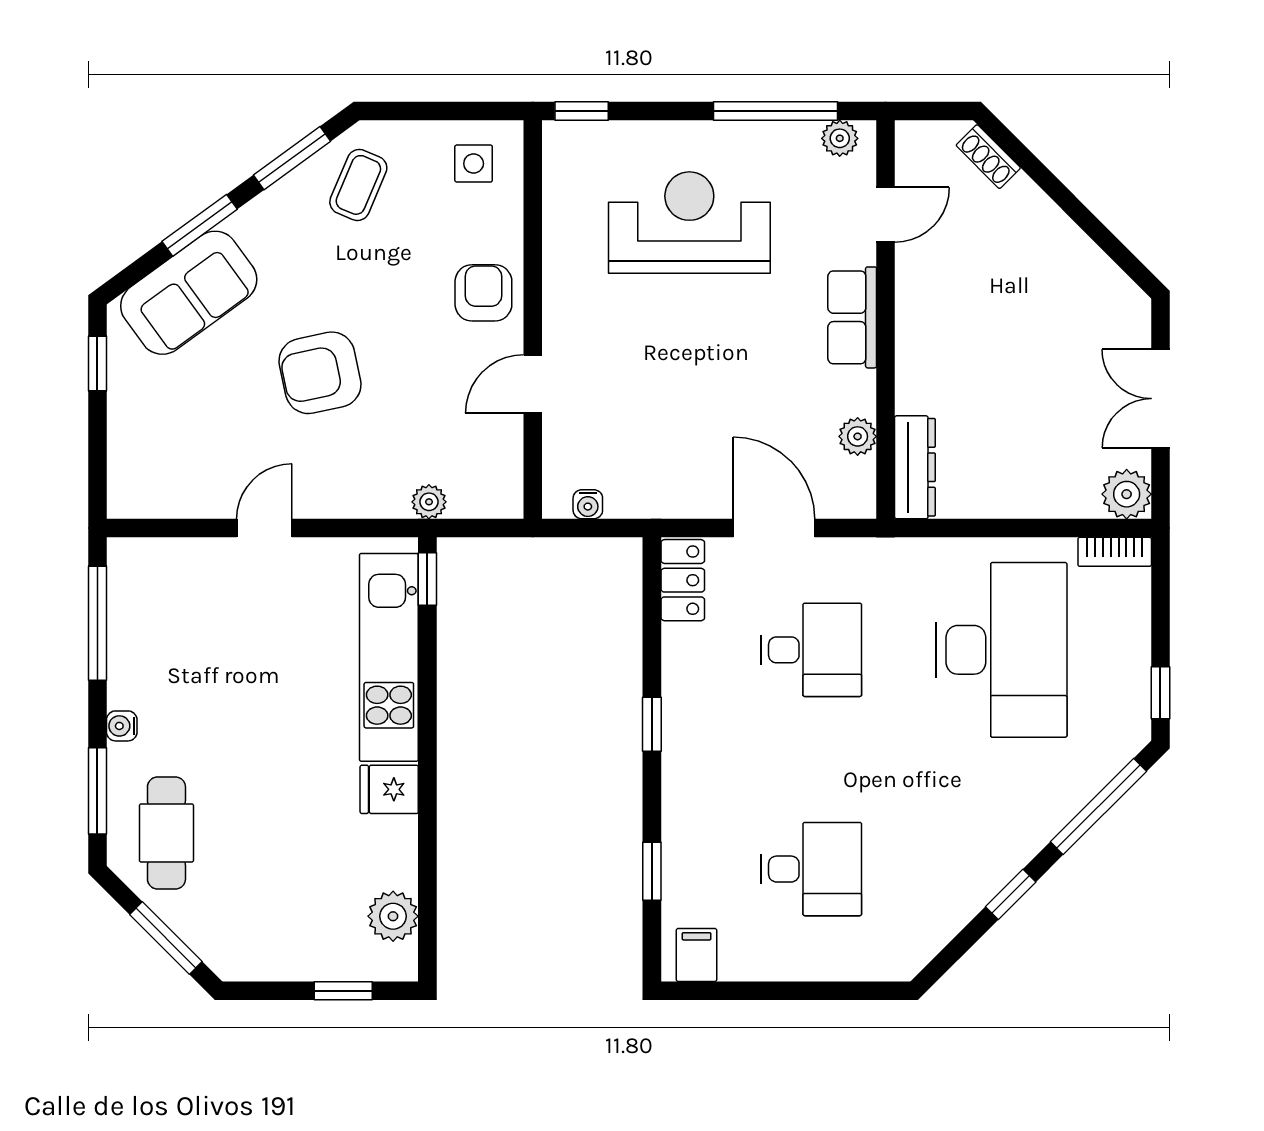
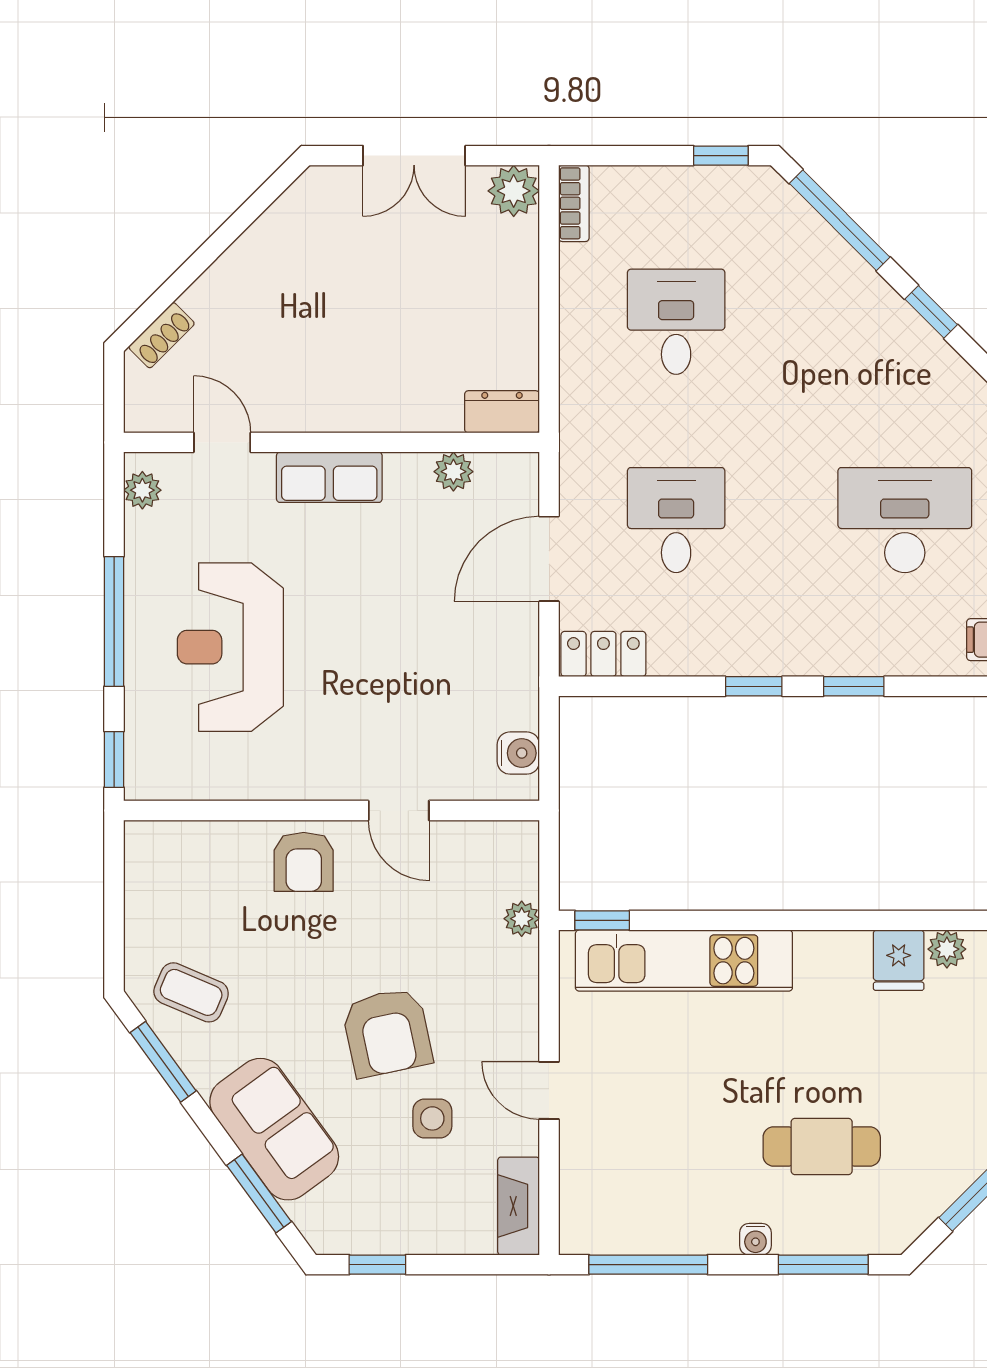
window: (776, 111) -> (114, 621), moved
side table: (474, 164) -> (432, 1118), moved
window: (200, 225) -> (259, 1193), moved
sofa: (189, 293) -> (274, 1129), moved
armchair: (483, 293) -> (304, 862), turned -90
dresser: (915, 467) -> (502, 412), width x0.70
fireplace: (154, 499) -> (519, 1206), added
water cooler: (588, 504) -> (518, 753), width x1.38, depth x1.38
desk: (1001, 650) -> (676, 322), width x0.53, depth x0.77
fridge: (389, 789) -> (899, 960), moved
cafe table: (166, 833) -> (822, 1146), moved
desk: (811, 869) -> (905, 520), width x1.37
window: (652, 871) -> (854, 686), moved
plant: (393, 916) -> (947, 949), width x0.73, depth x0.73

